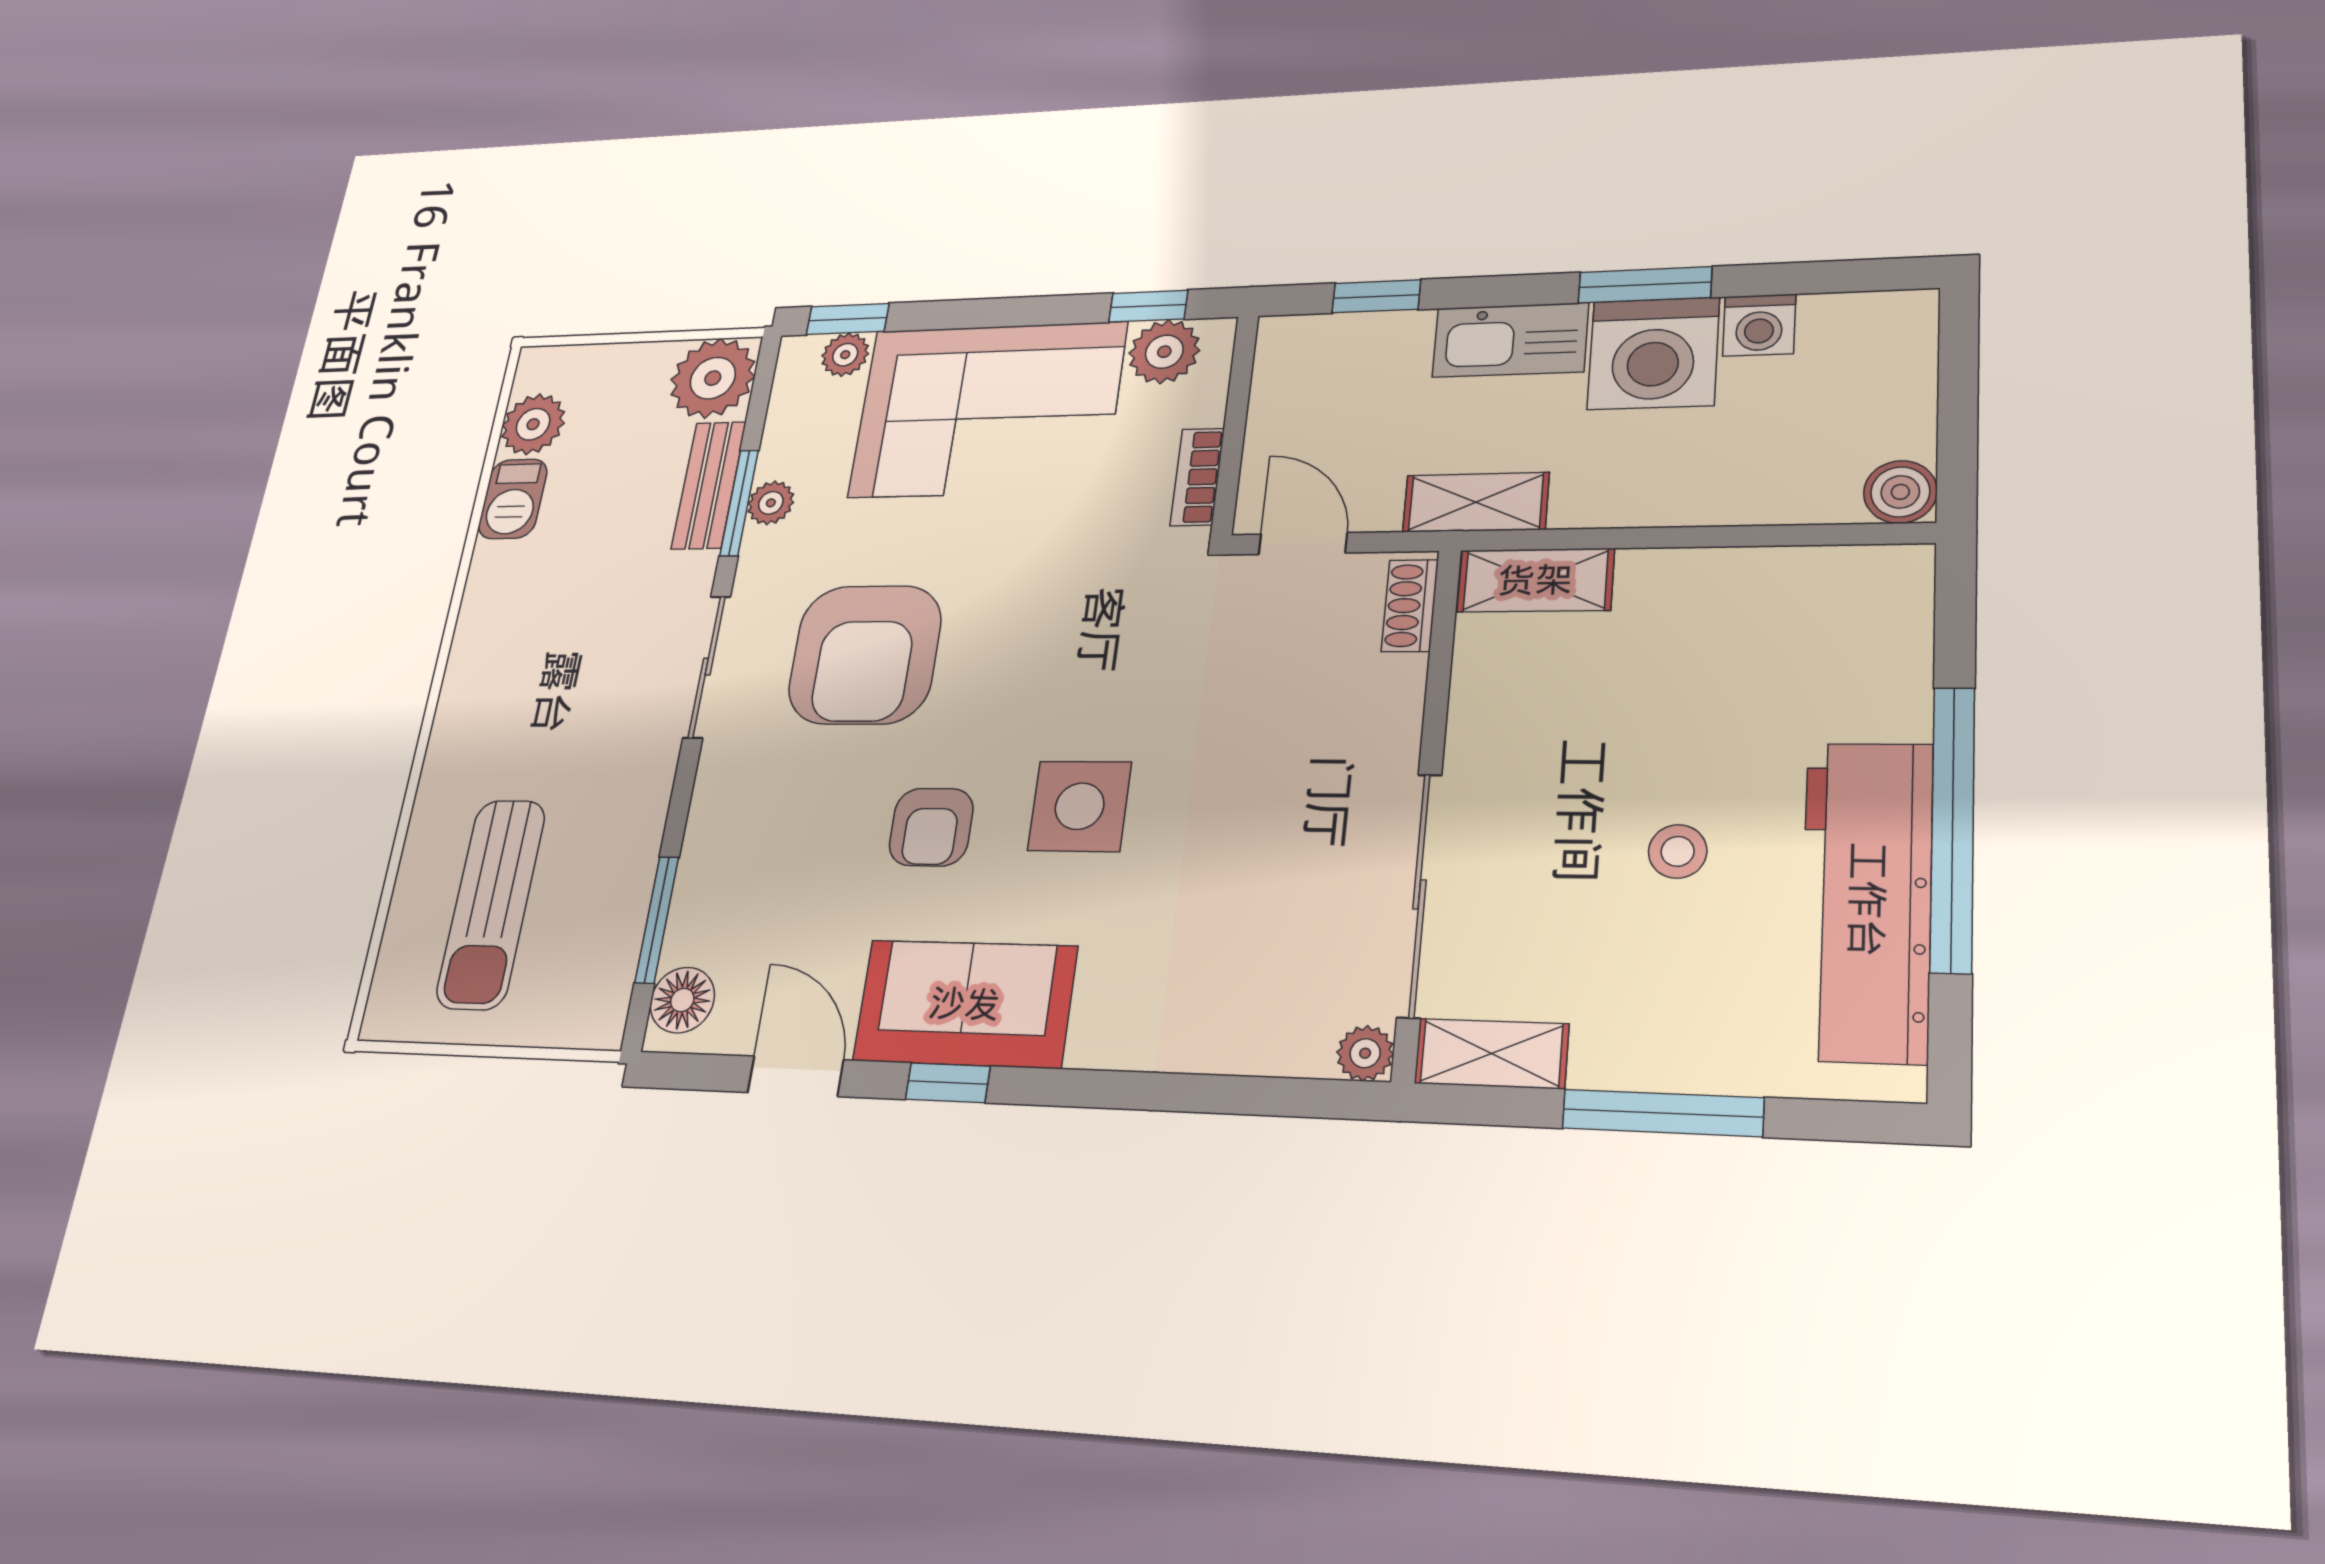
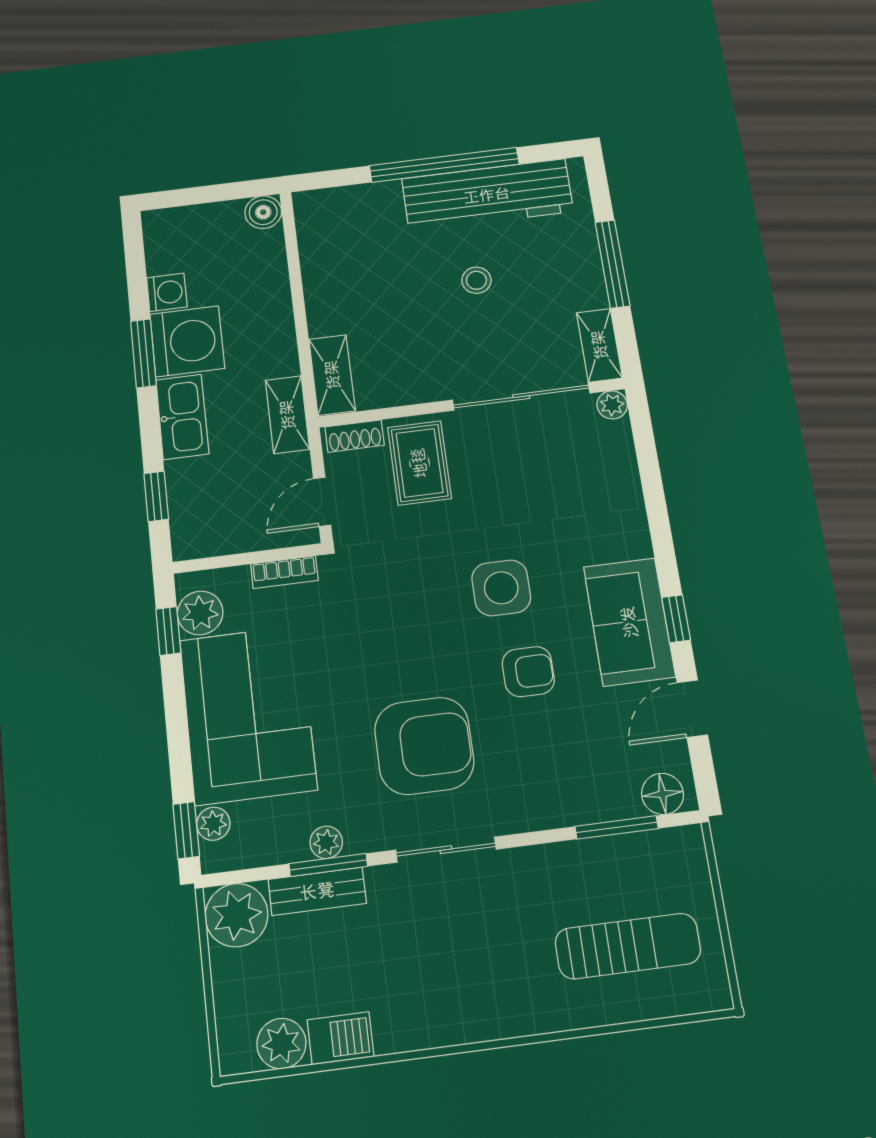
rug: (1334, 705) -> (419, 463), added

